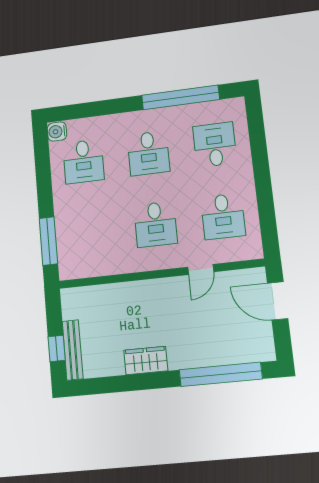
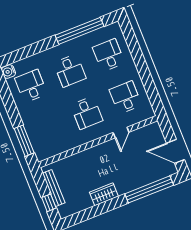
desk: (83, 161) -> (31, 86), turned 180
desk: (223, 216) -> (125, 97), turned 180
door: (278, 301) -> (175, 151), moved
bench: (73, 350) -> (54, 188), moved

